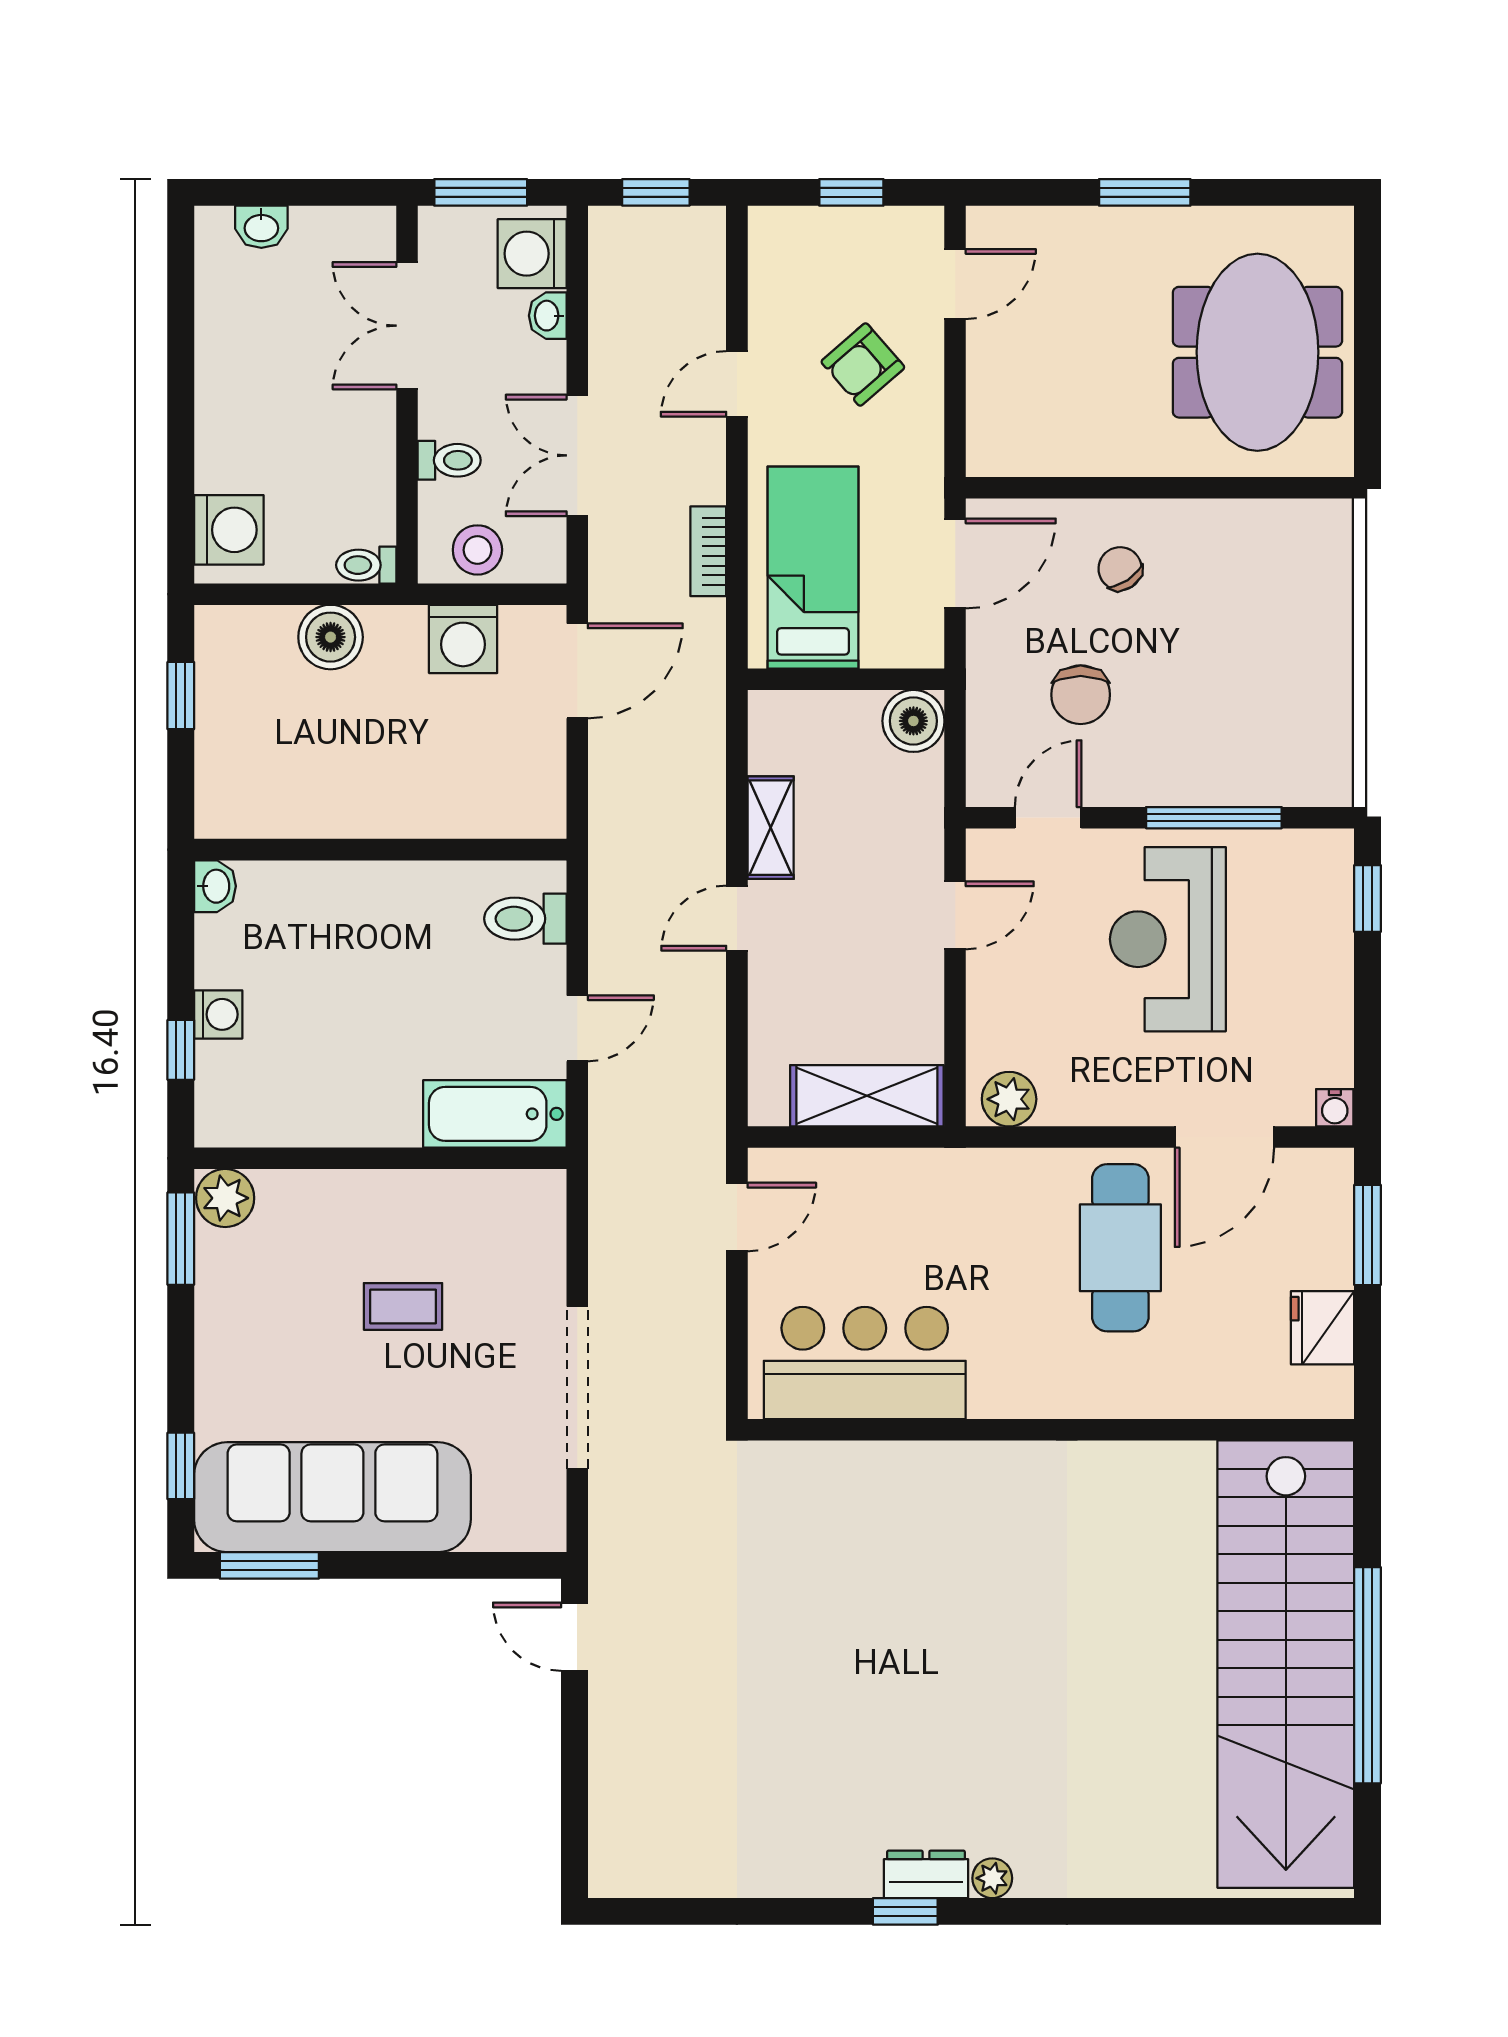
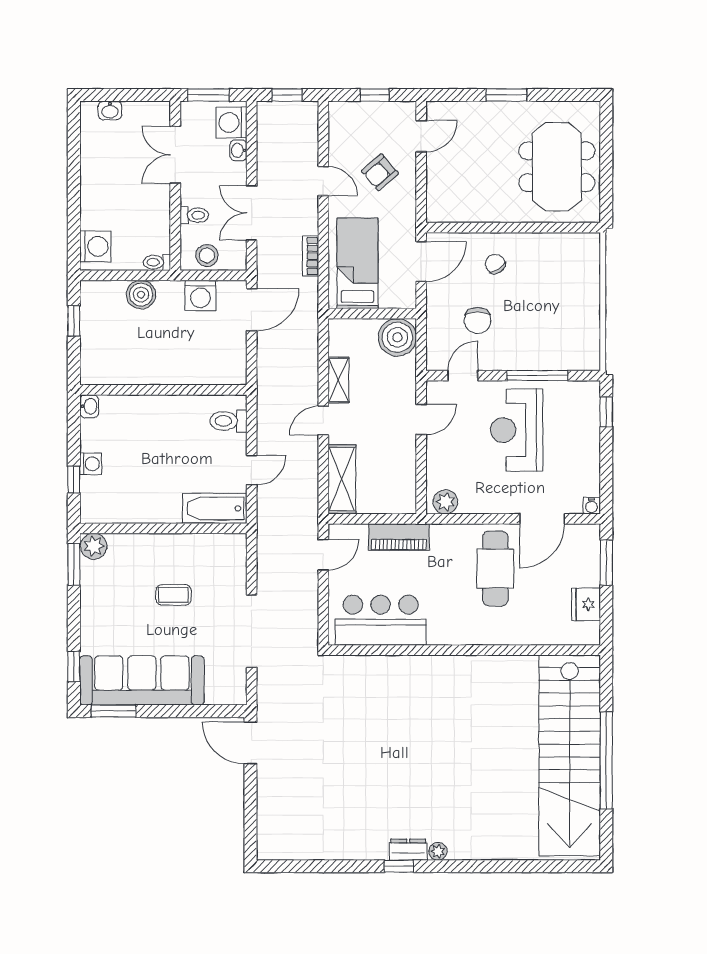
door: (737, 384) -> (323, 181), swing flipped
boiler: (913, 721) -> (397, 337), width x1.37, depth x1.37
shelving: (867, 1096) -> (342, 479), moved, turned 90
piano: (906, 1178) -> (399, 537), added
door: (575, 1637) -> (250, 743), width x1.38

